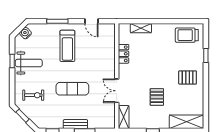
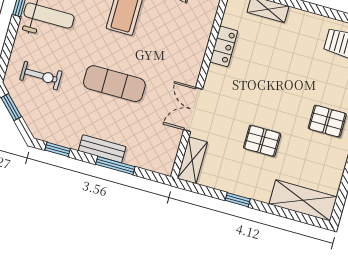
pallet: (157, 97) -> (262, 141), turned 90

